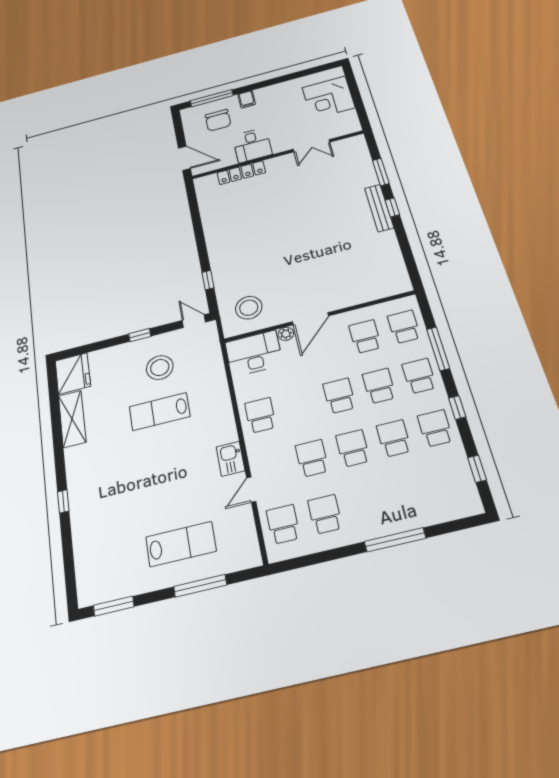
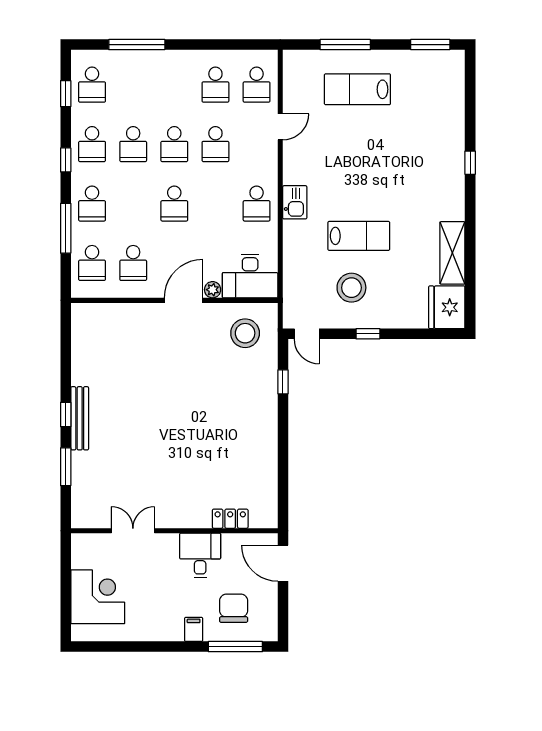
locker: (241, 173) -> (230, 519), width x0.66
school desk: (379, 386) -> (92, 85), moved
kitchen sink: (231, 459) -> (295, 202), moved
window: (395, 540) -> (137, 45), moved

